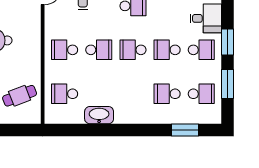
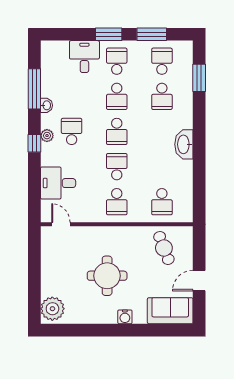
washbasin: (99, 115) -> (184, 144), moved

